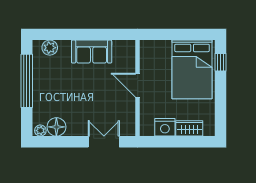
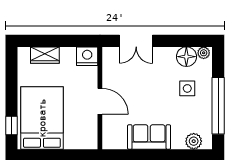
side table: (56, 97) -> (187, 88), added
nightstand: (165, 127) -> (87, 56), moved

